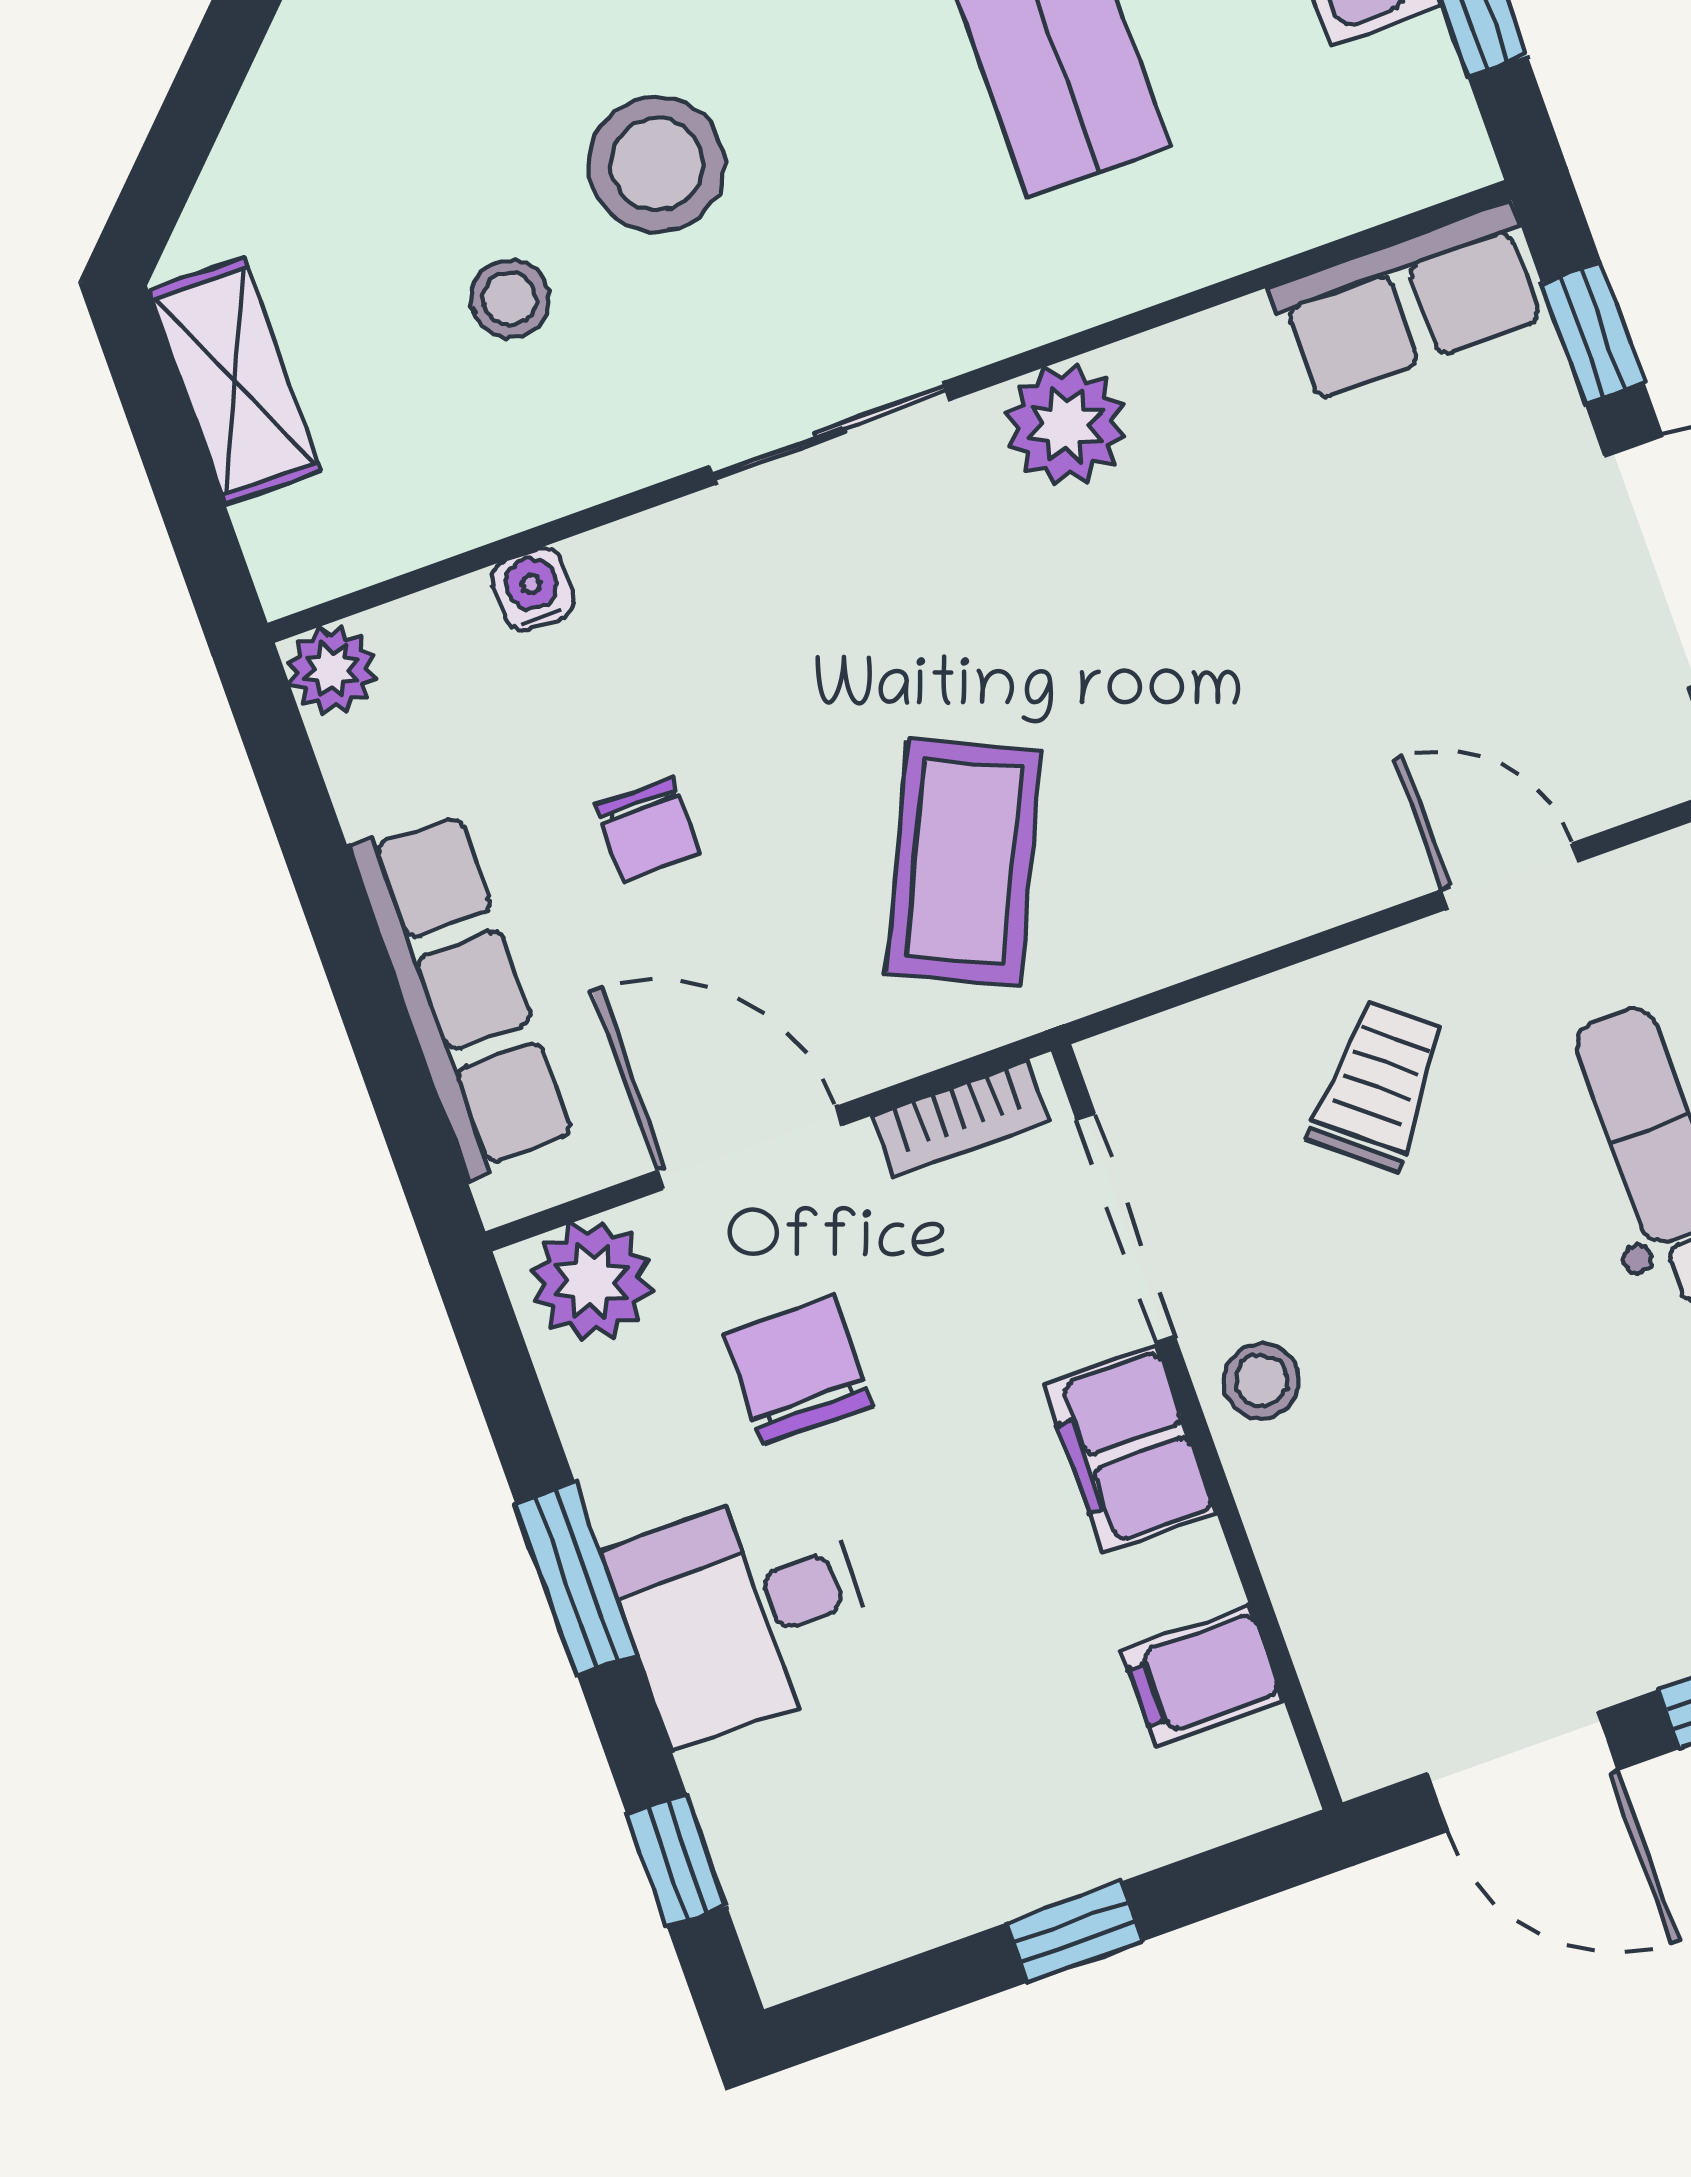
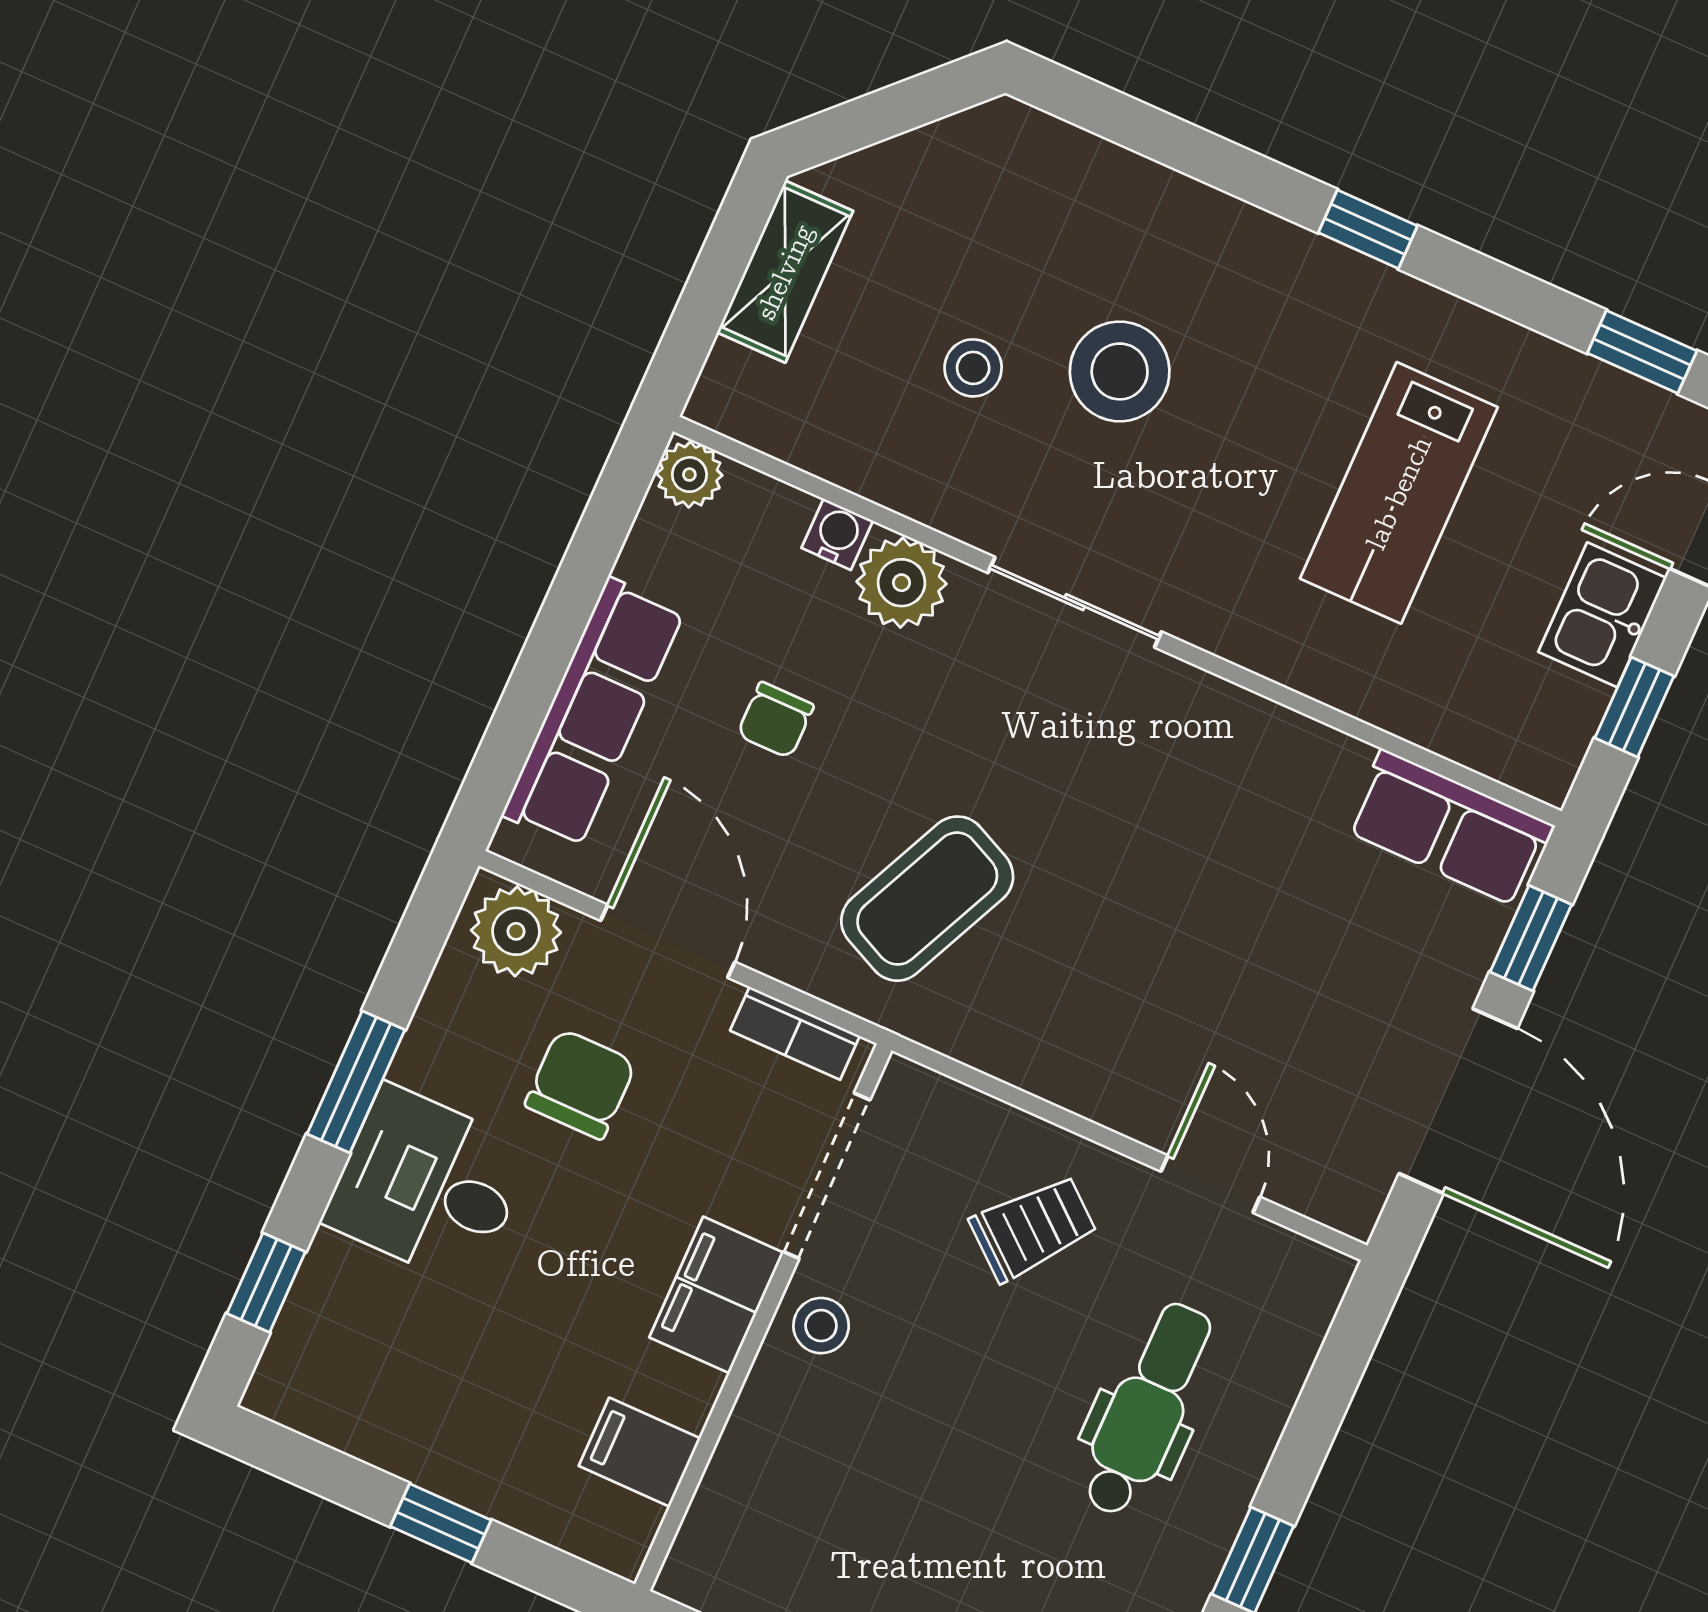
plant: (1066, 425) -> (902, 583), moved

